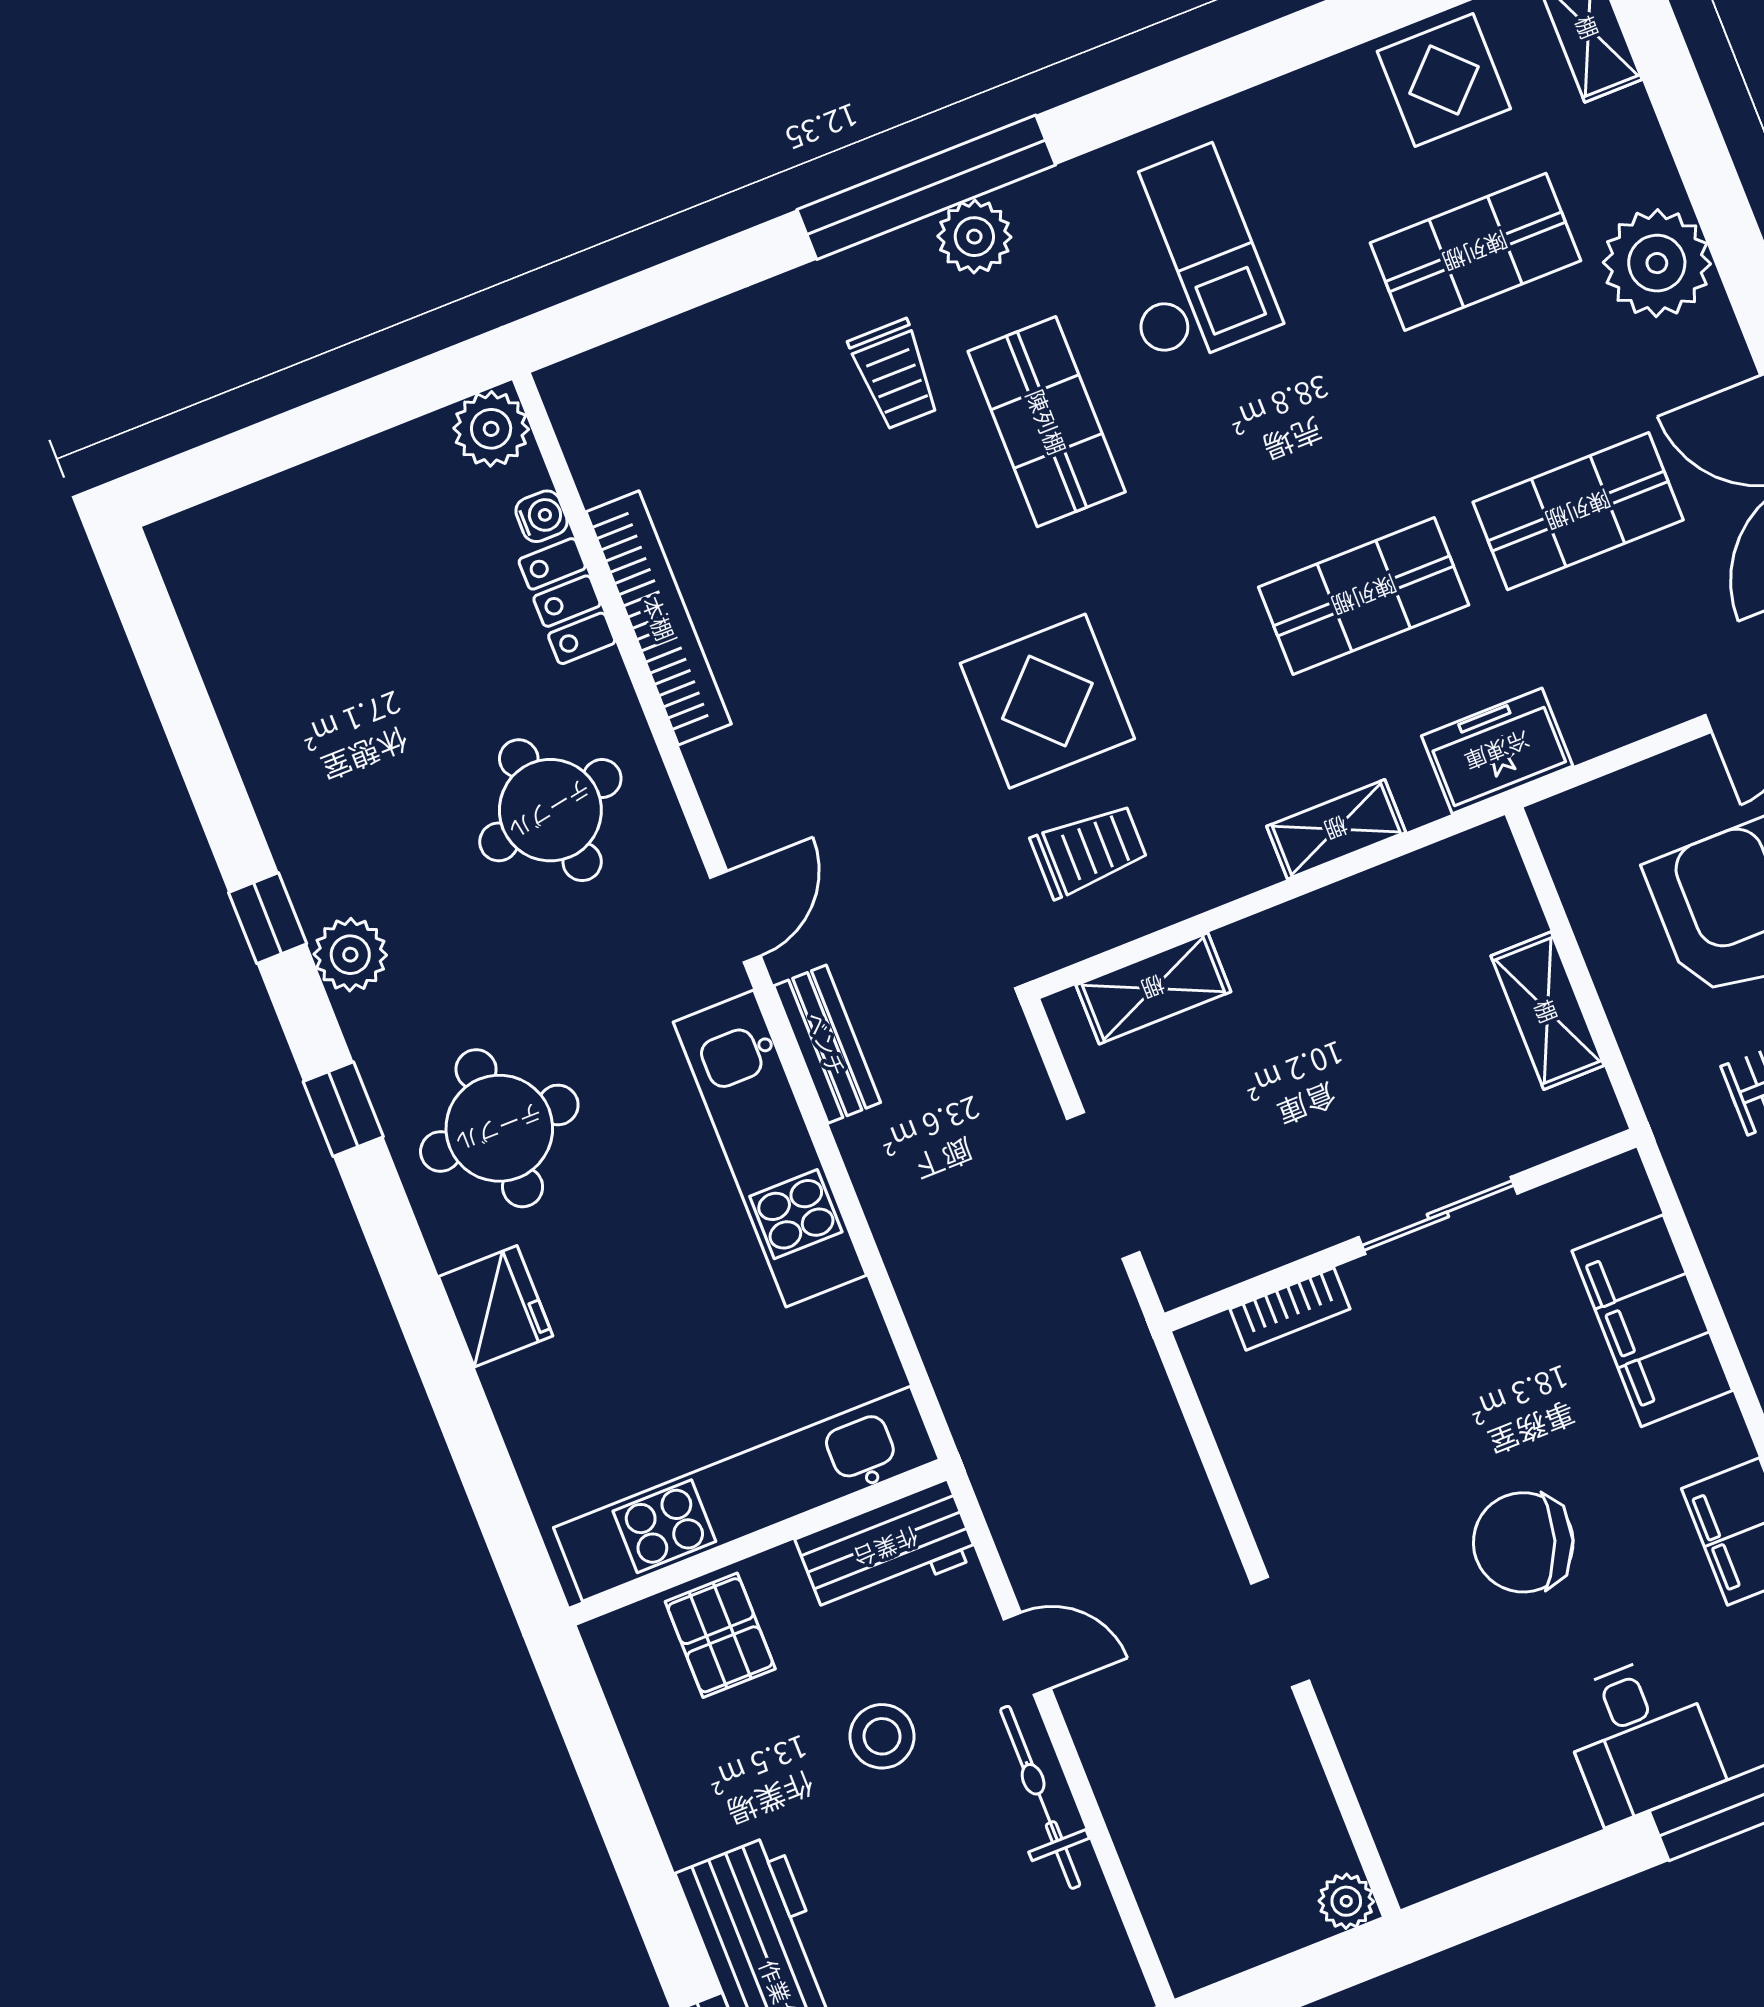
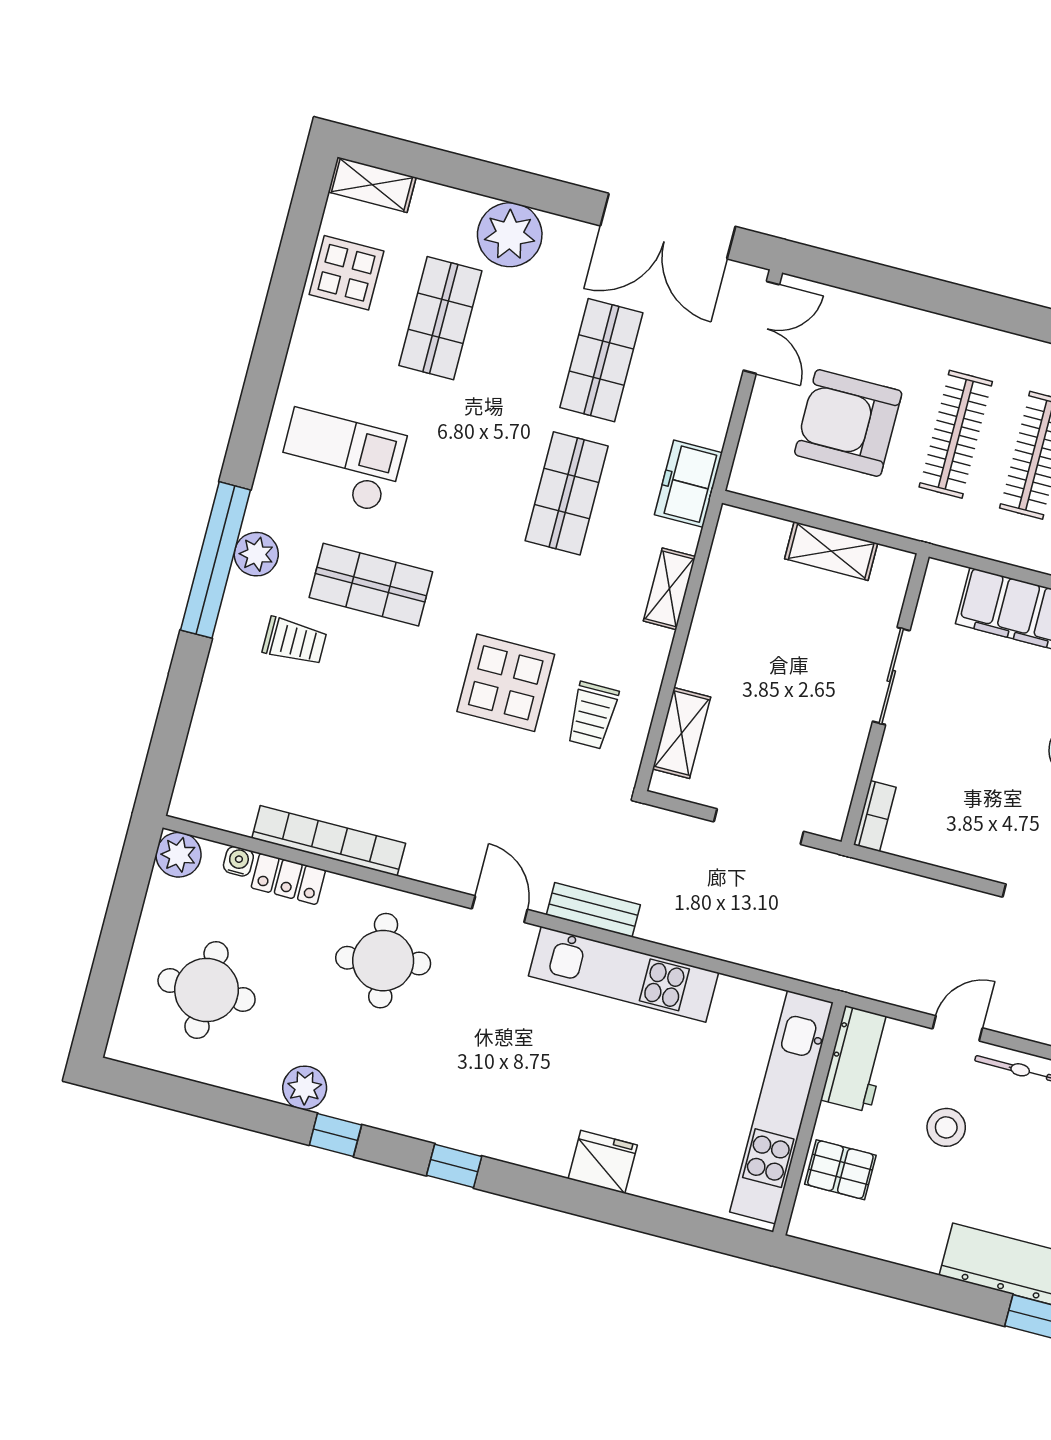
trolley: (1089, 850) -> (592, 715), turned 180
plant: (350, 955) -> (305, 1088), moved
round table: (499, 1128) -> (207, 990), moved
bookcase: (1290, 1309) -> (875, 816), moved

